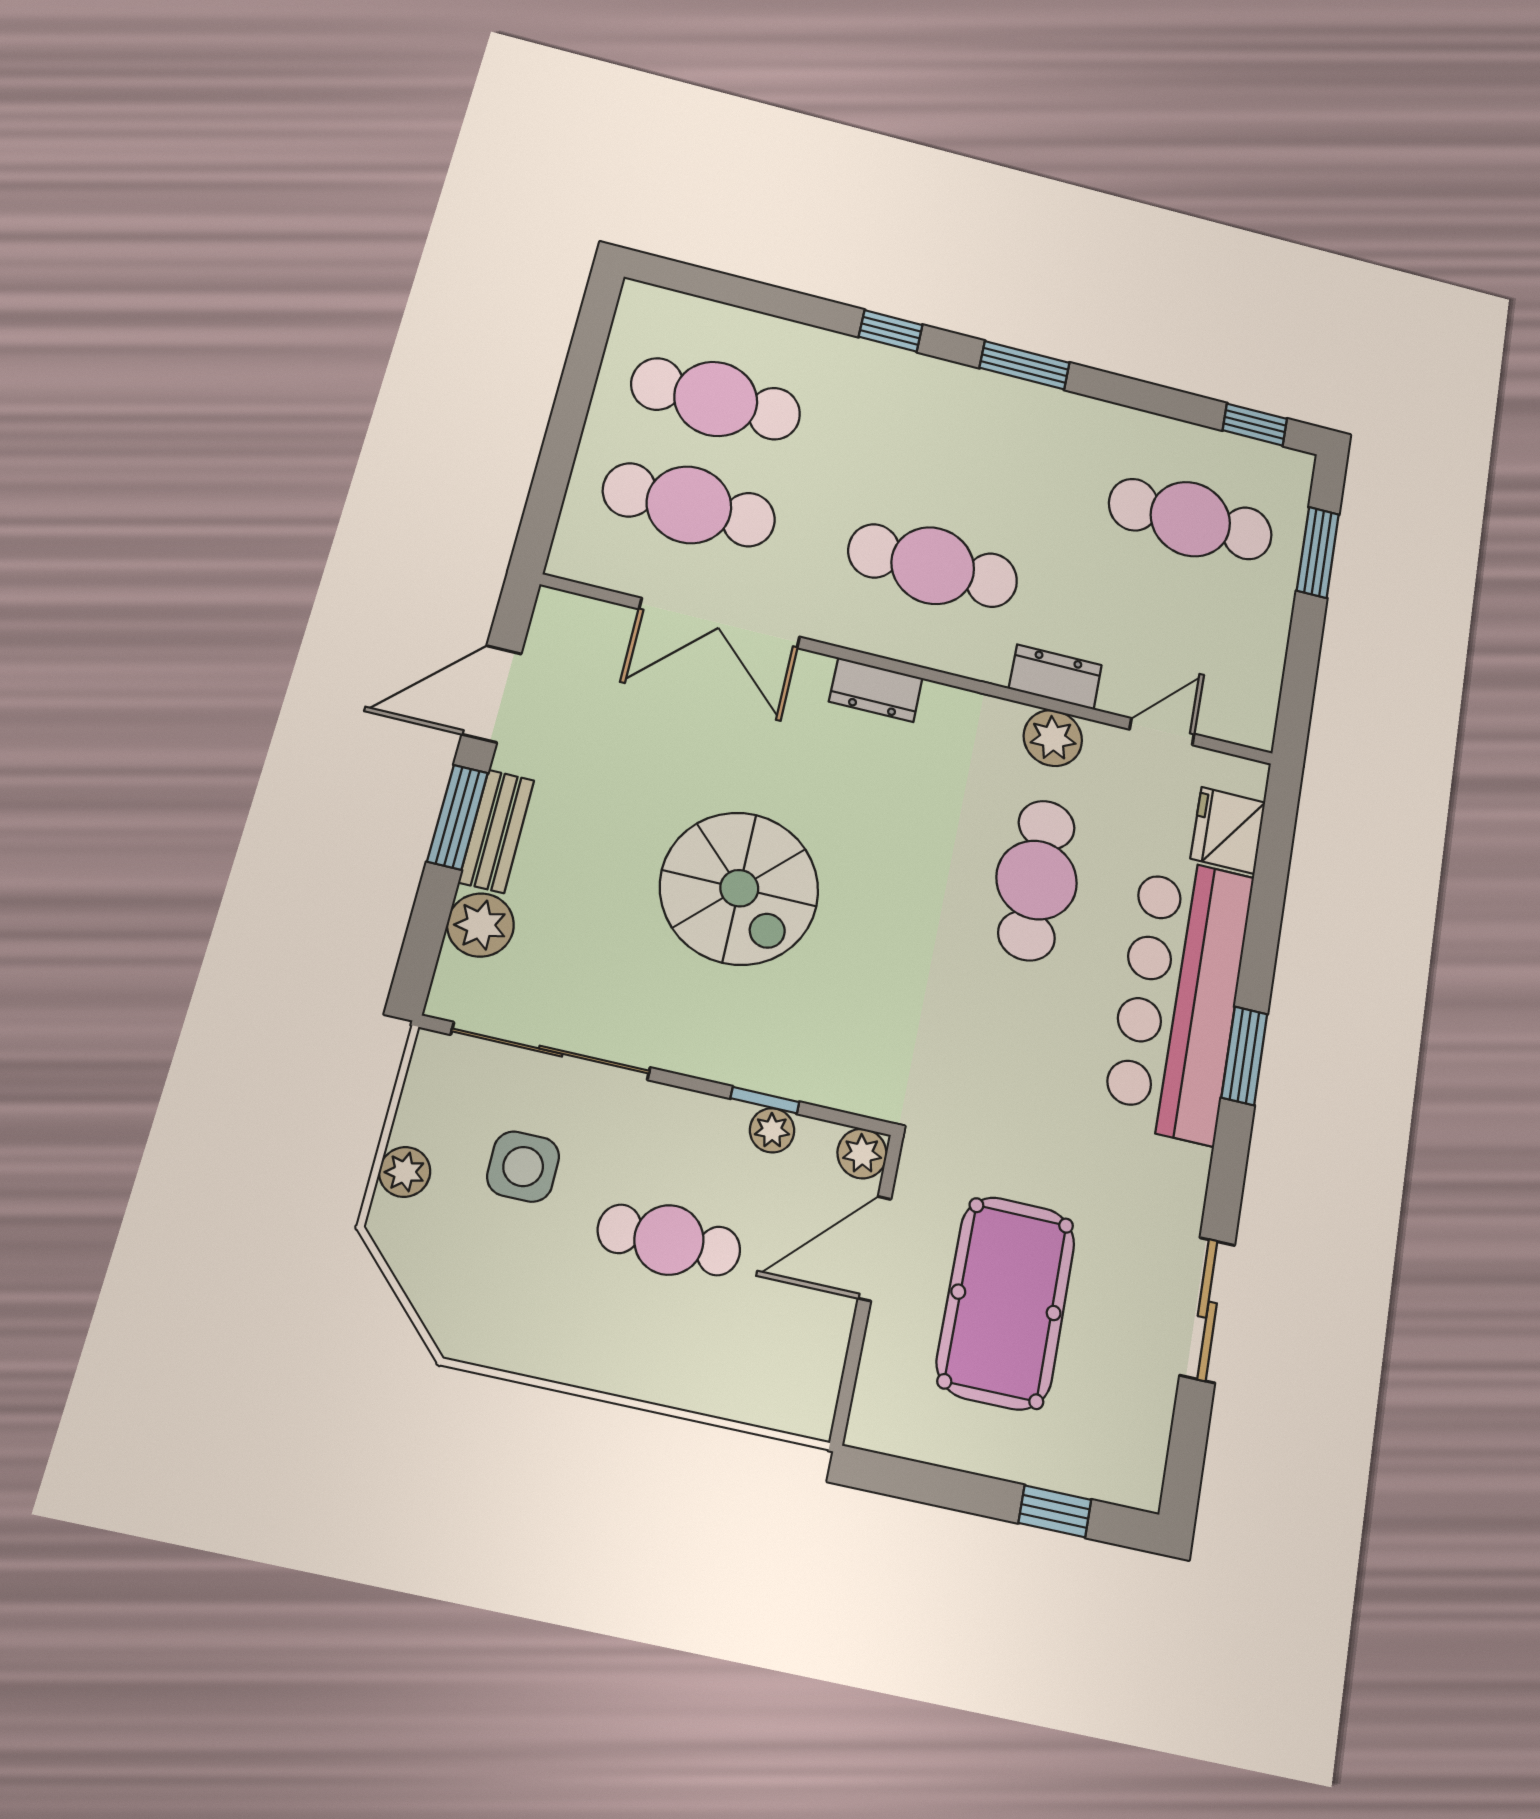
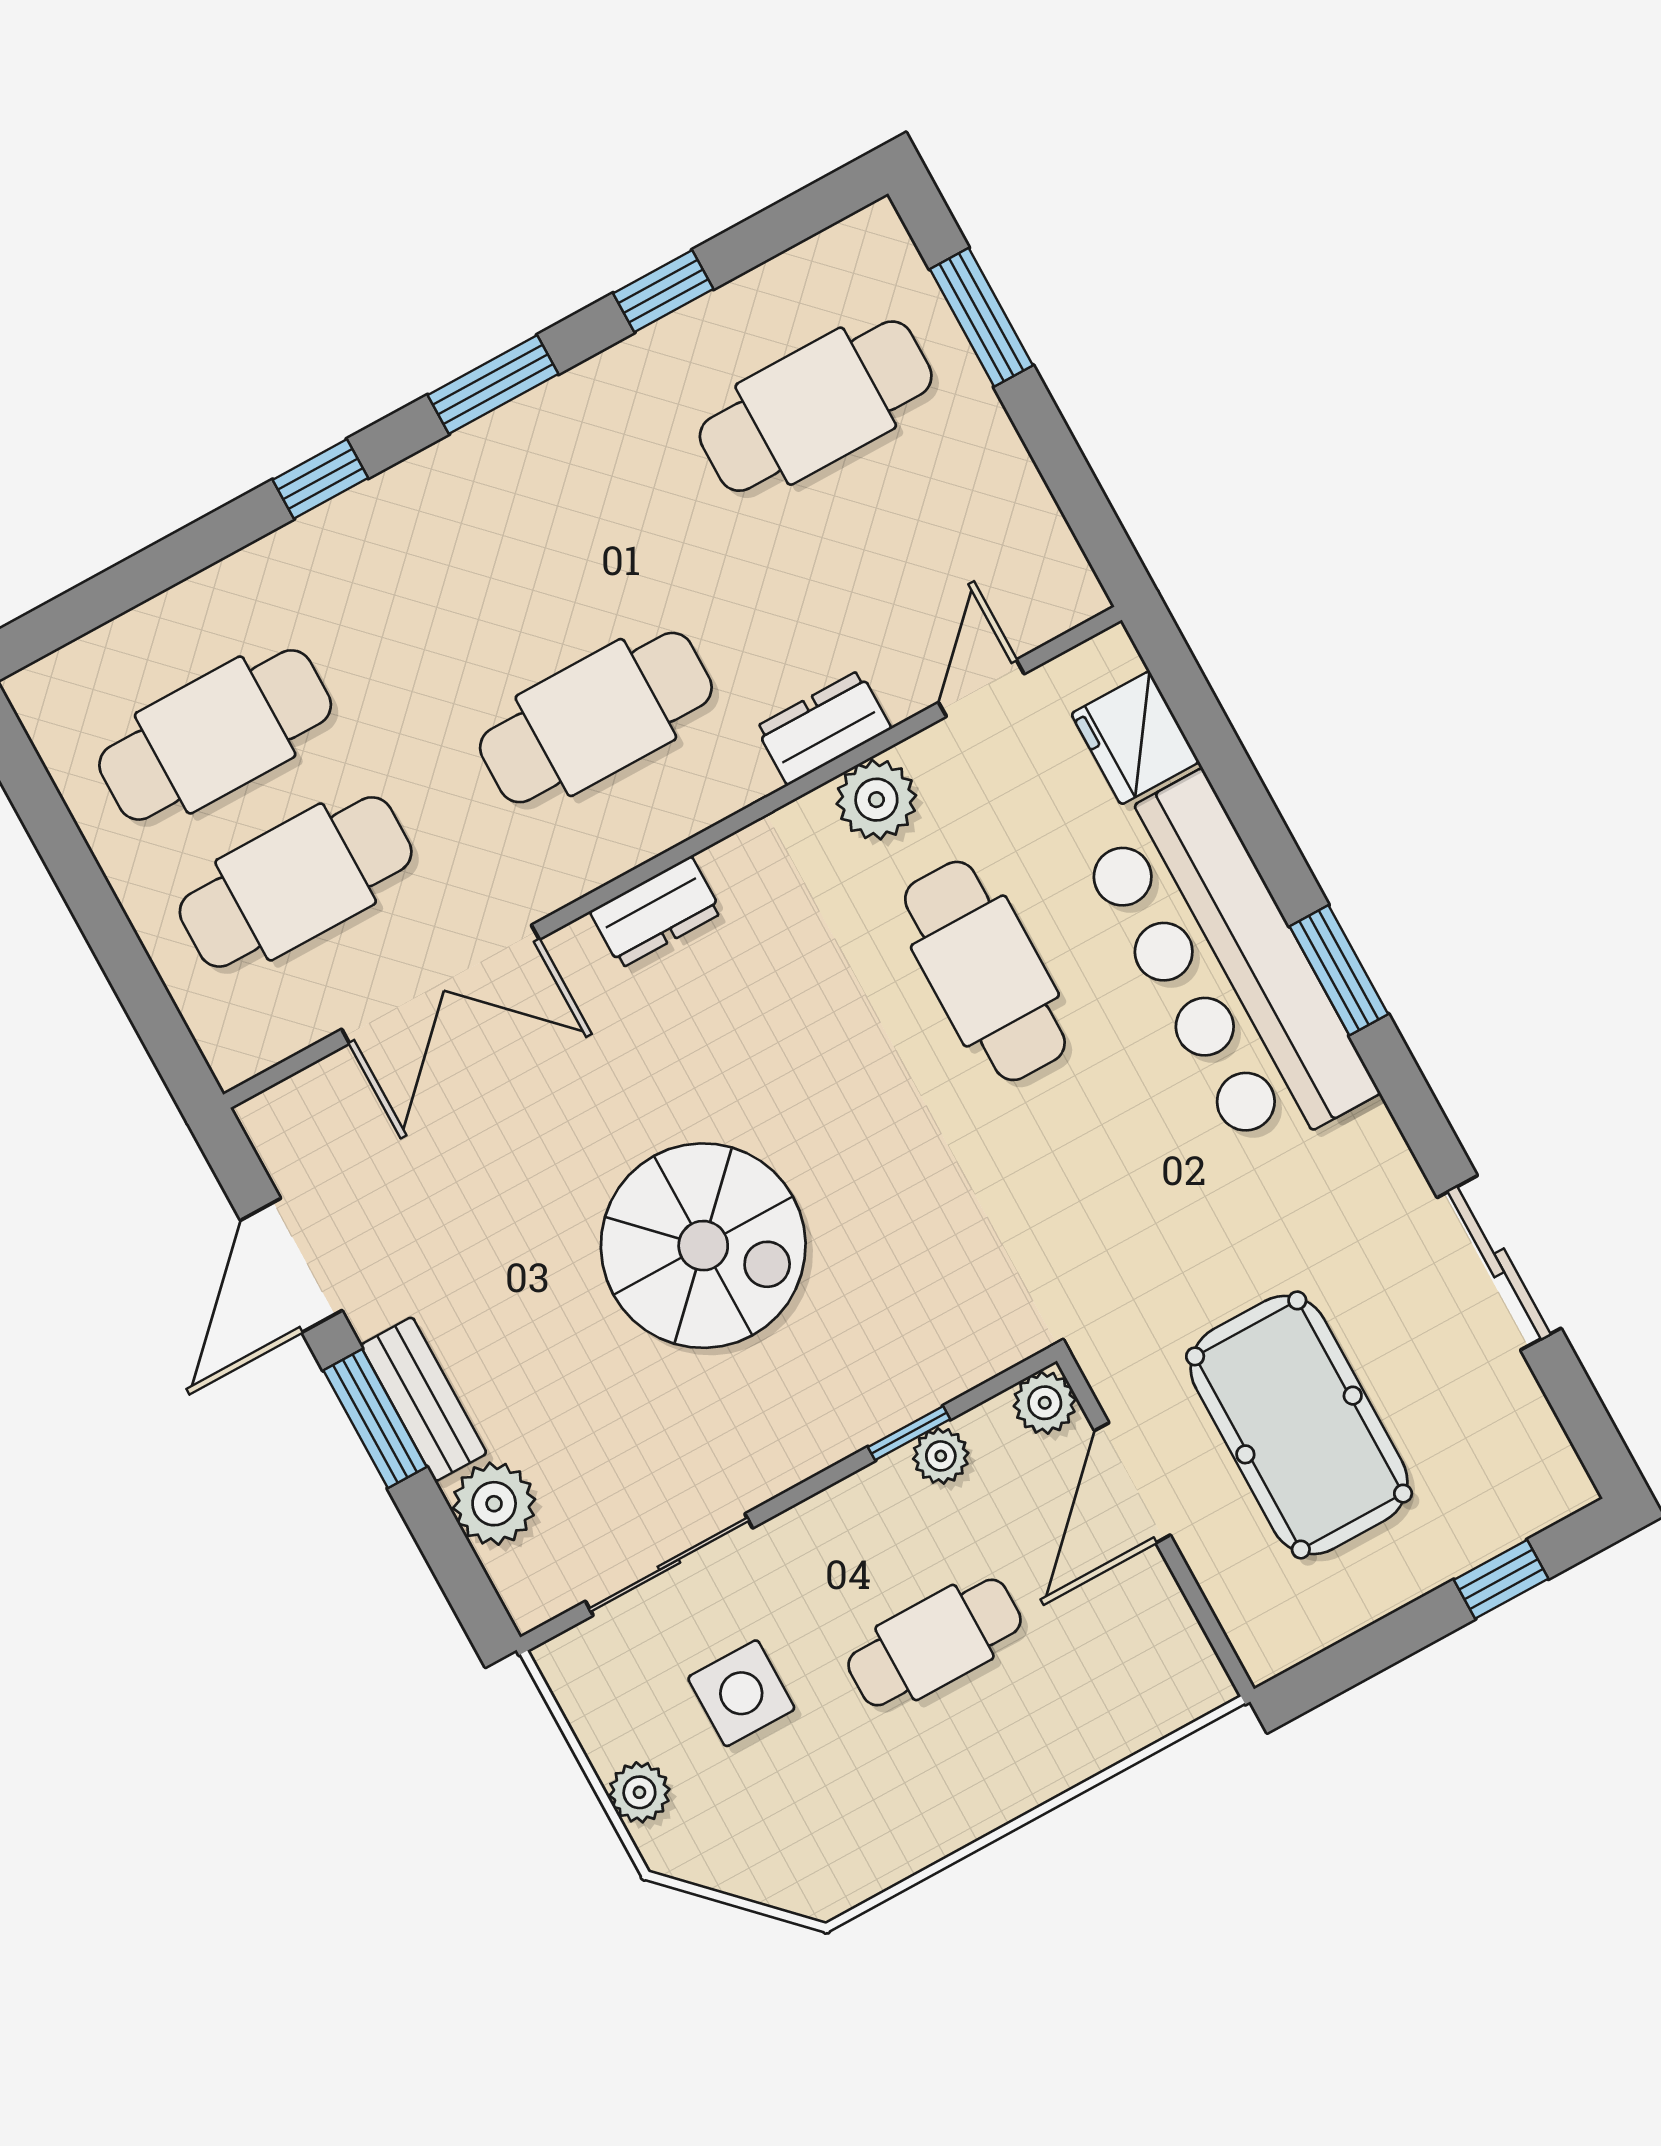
window: (1255, 424) -> (663, 291), moved
sliding door: (551, 1051) -> (669, 1565), width x0.73

